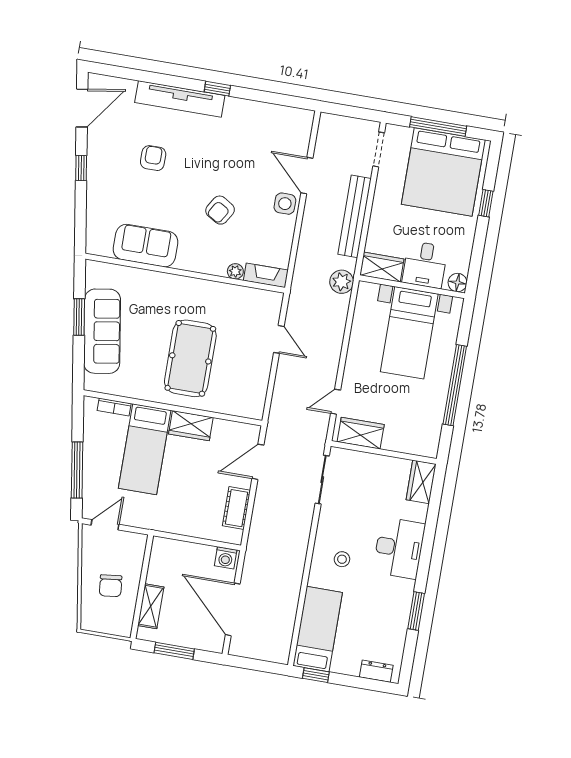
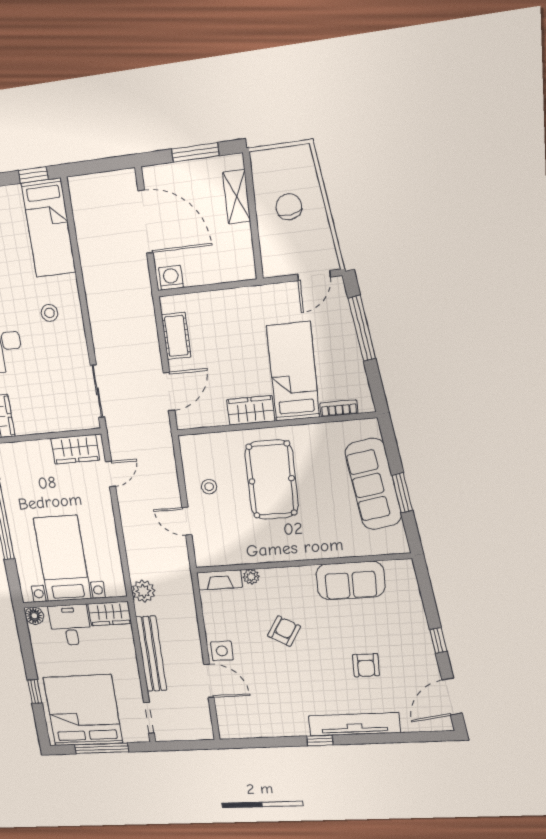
stool: (249, 367) -> (209, 487), added

